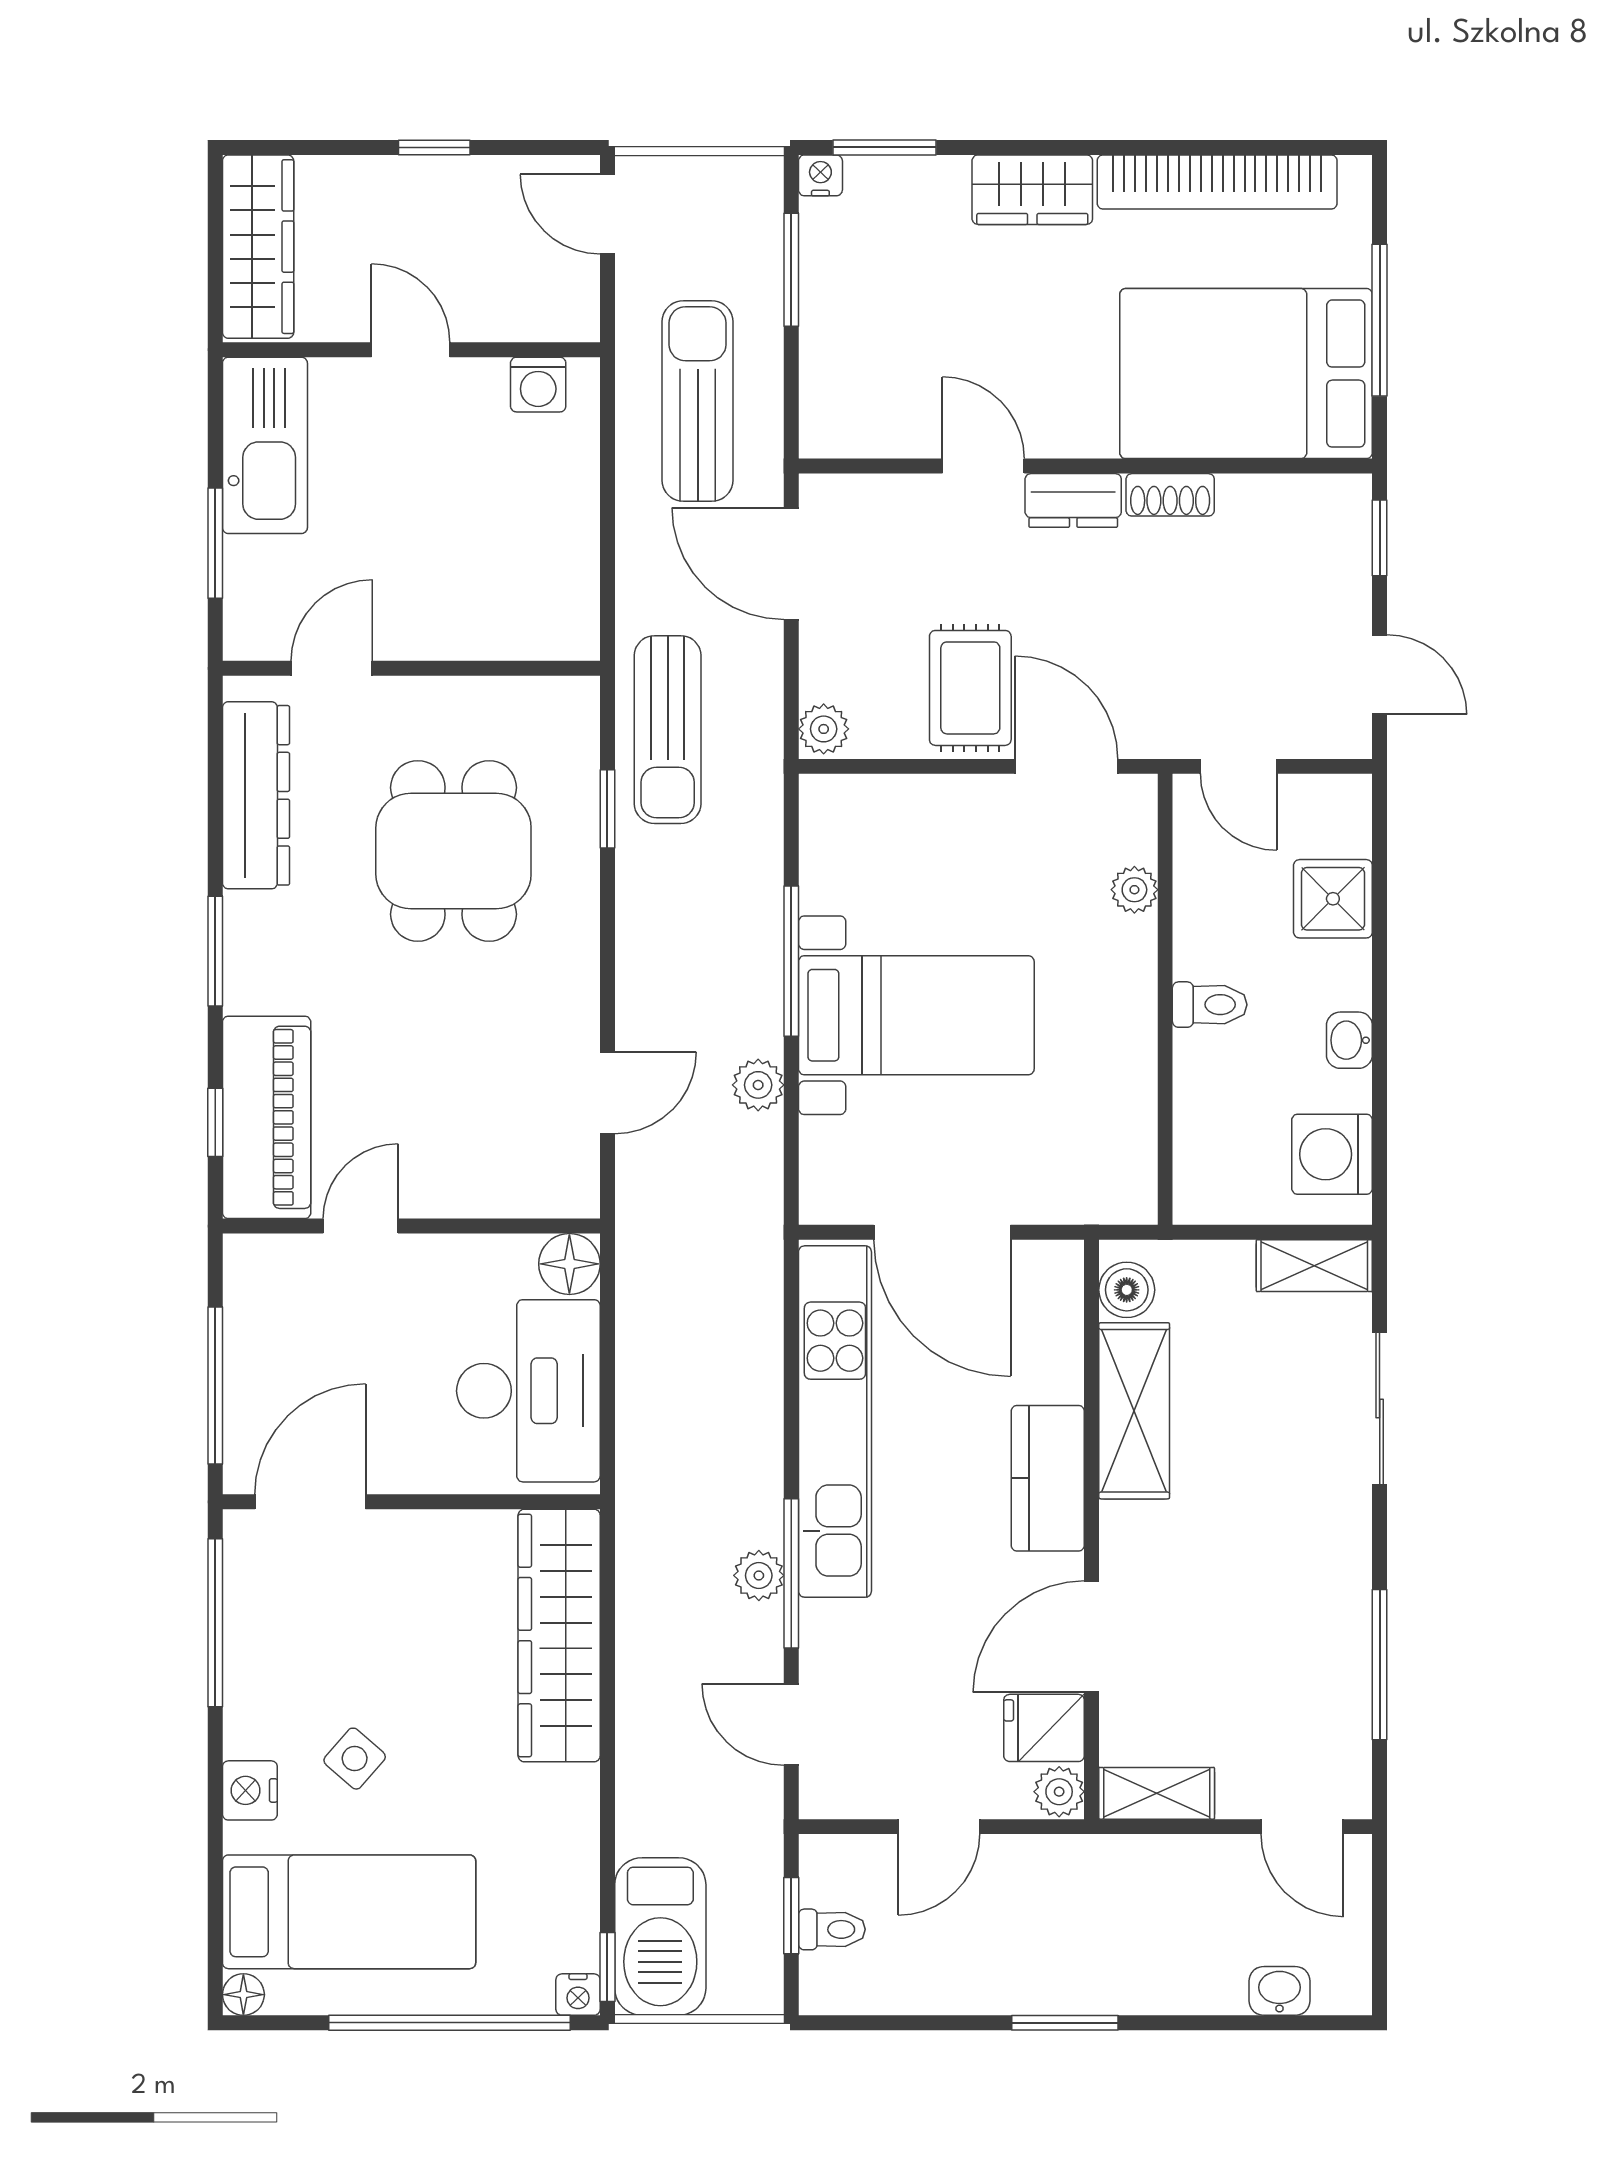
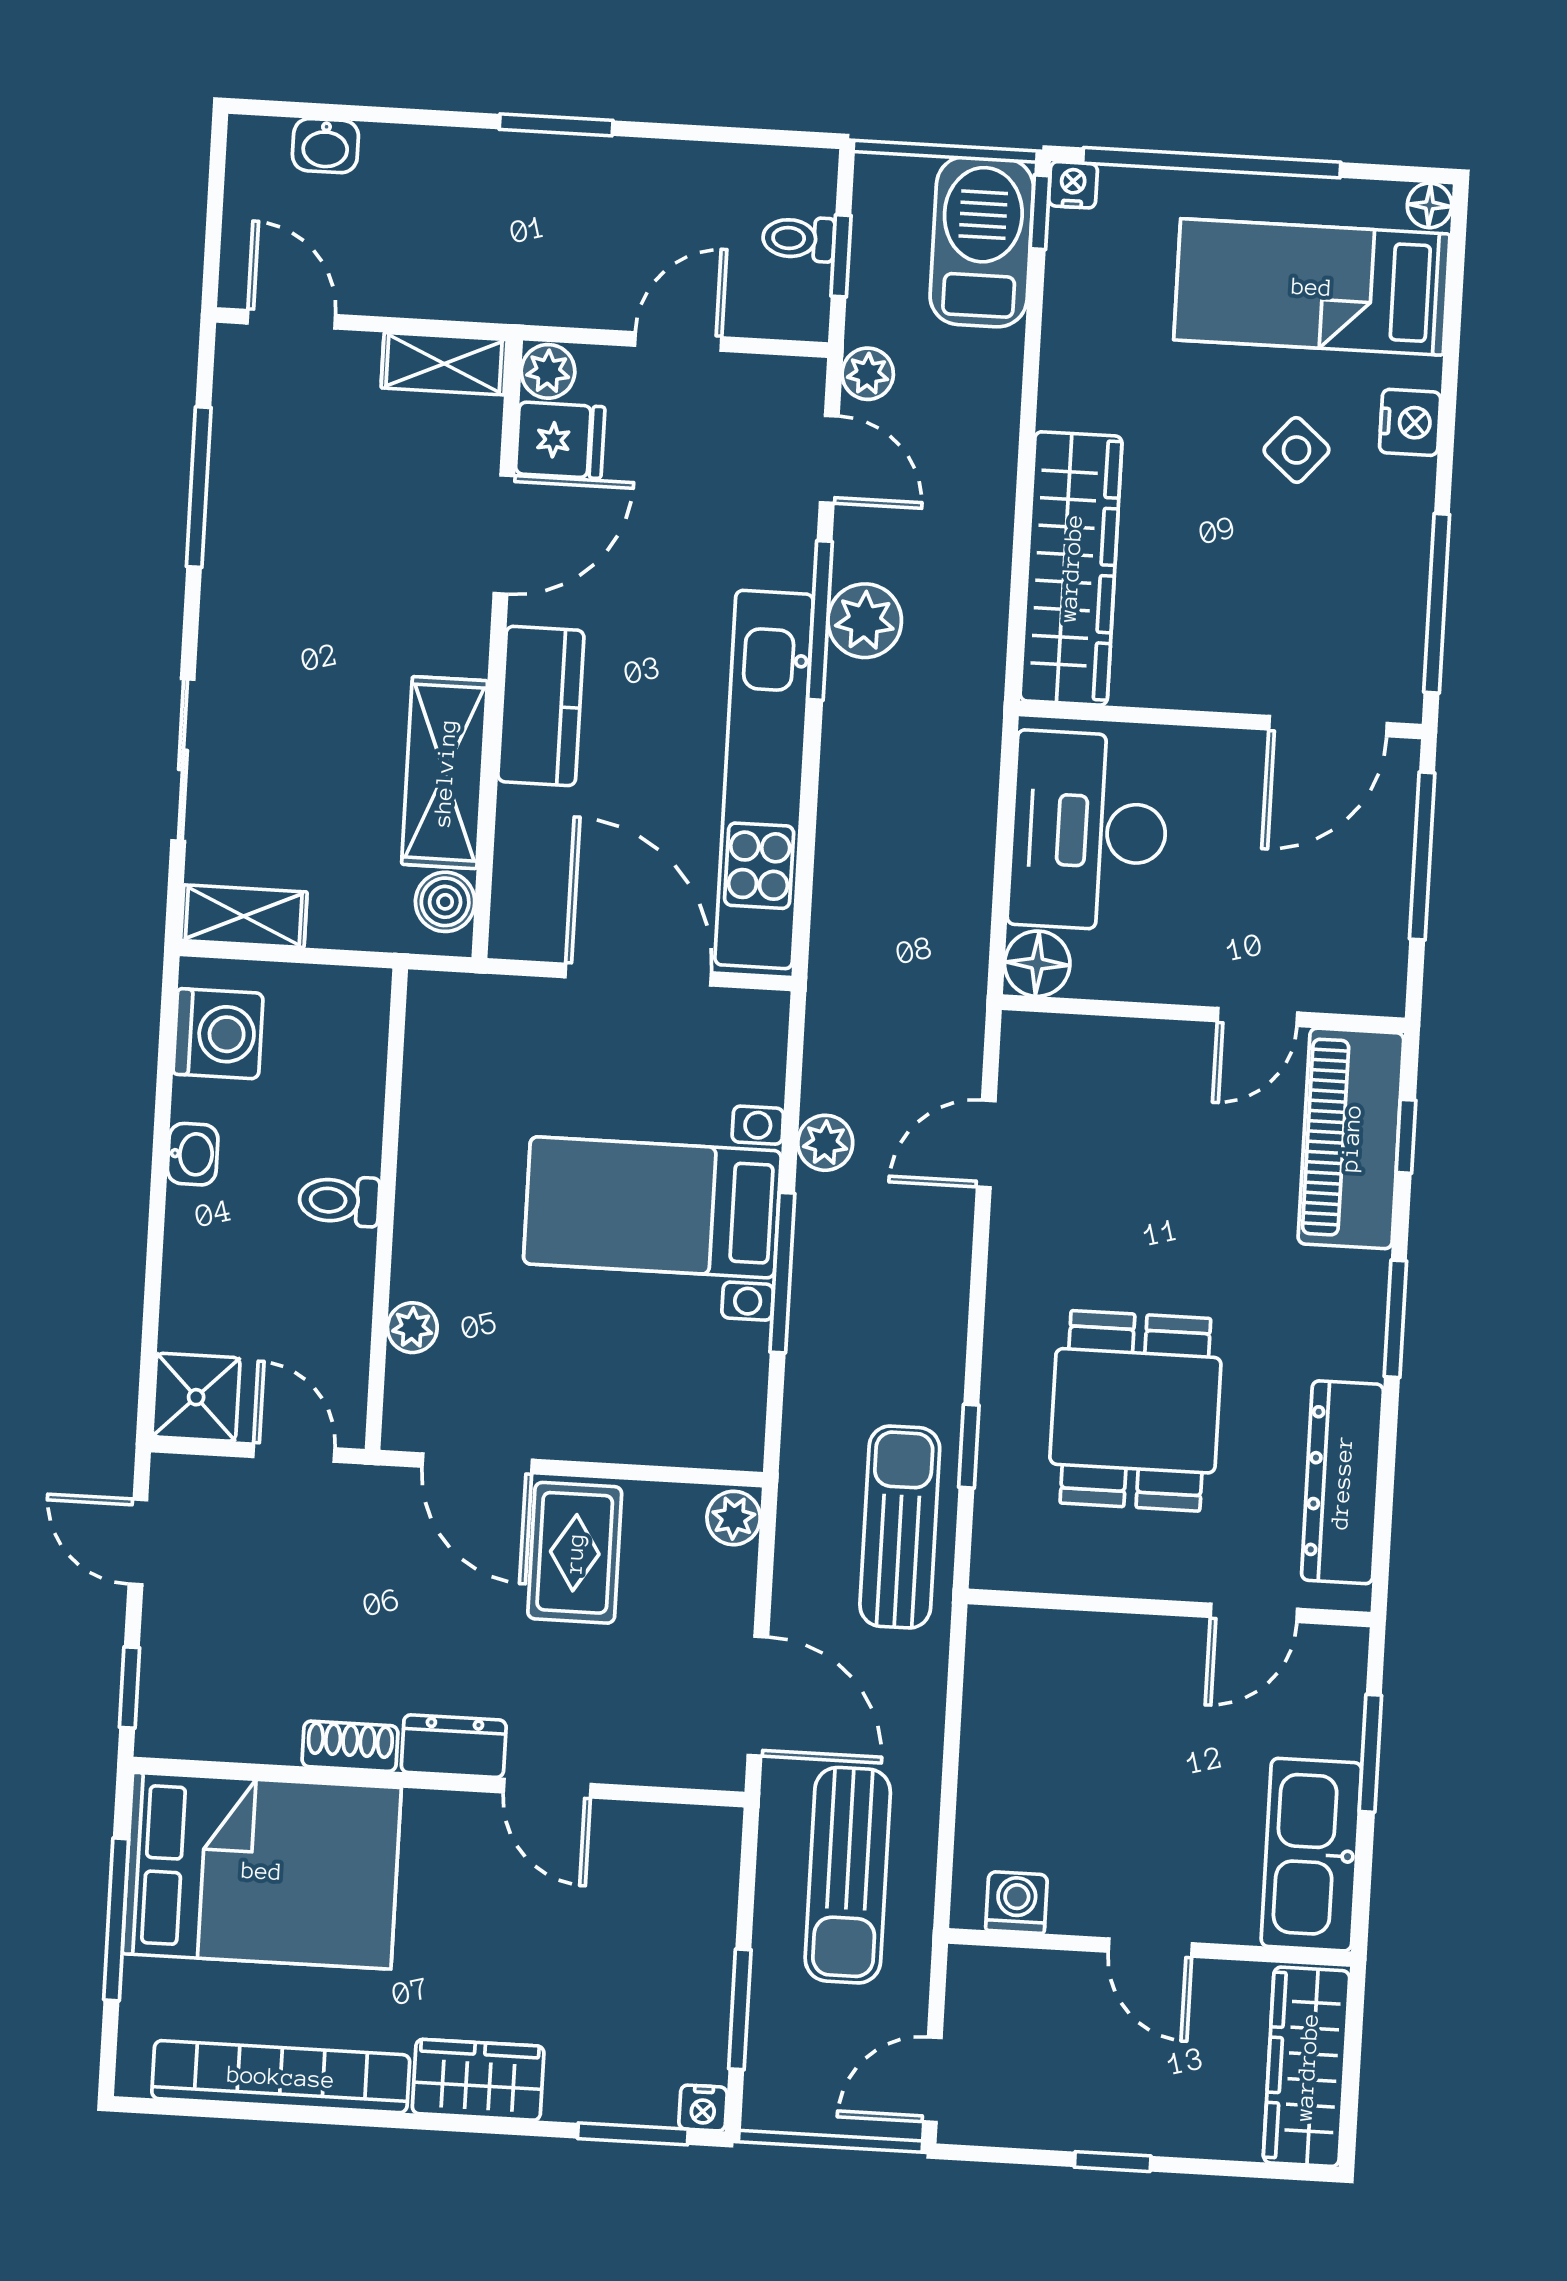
door: (607, 214) -> (932, 2080), swing flipped
shower: (1333, 899) -> (196, 1397), moved
plant: (759, 1575) -> (865, 621), width x1.38, depth x1.38
plant: (760, 1807) -> (868, 374), added

